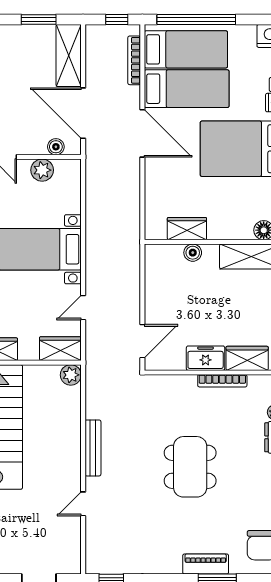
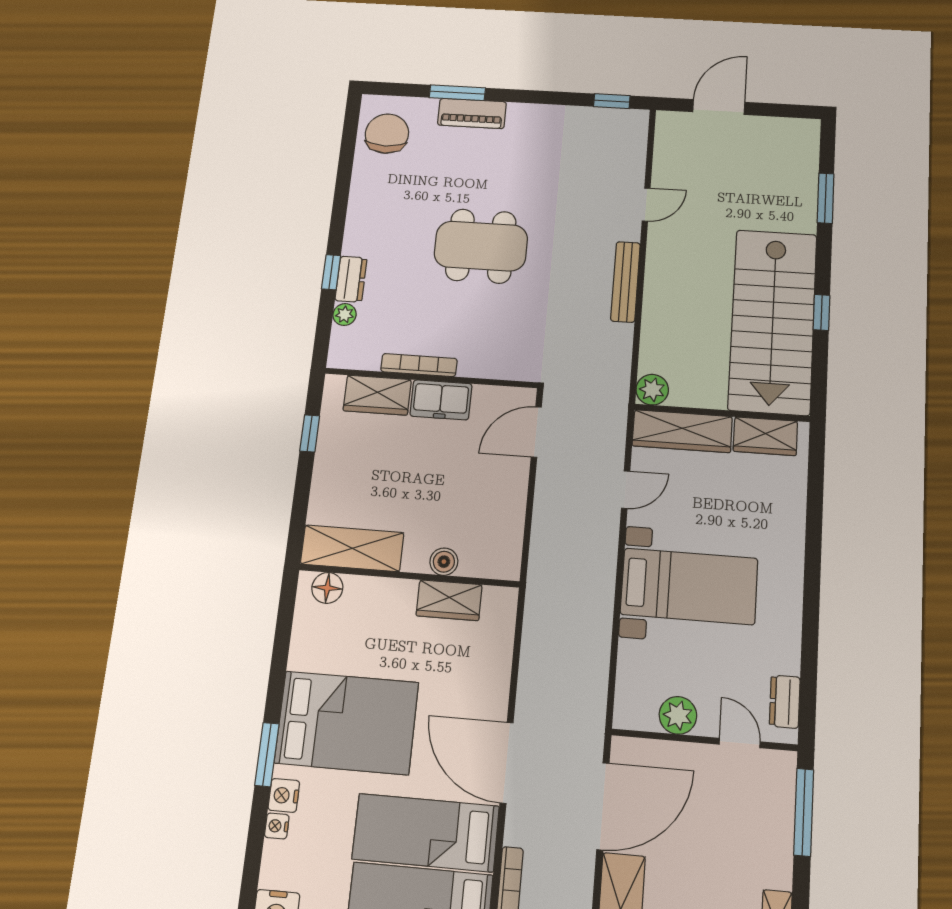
door: (83, 113) -> (603, 806), hinge flipped
boiler: (56, 147) -> (652, 753), removed
wardrobe: (60, 349) -> (682, 431), width x1.50
dining table: (190, 467) -> (481, 246), turned 90

